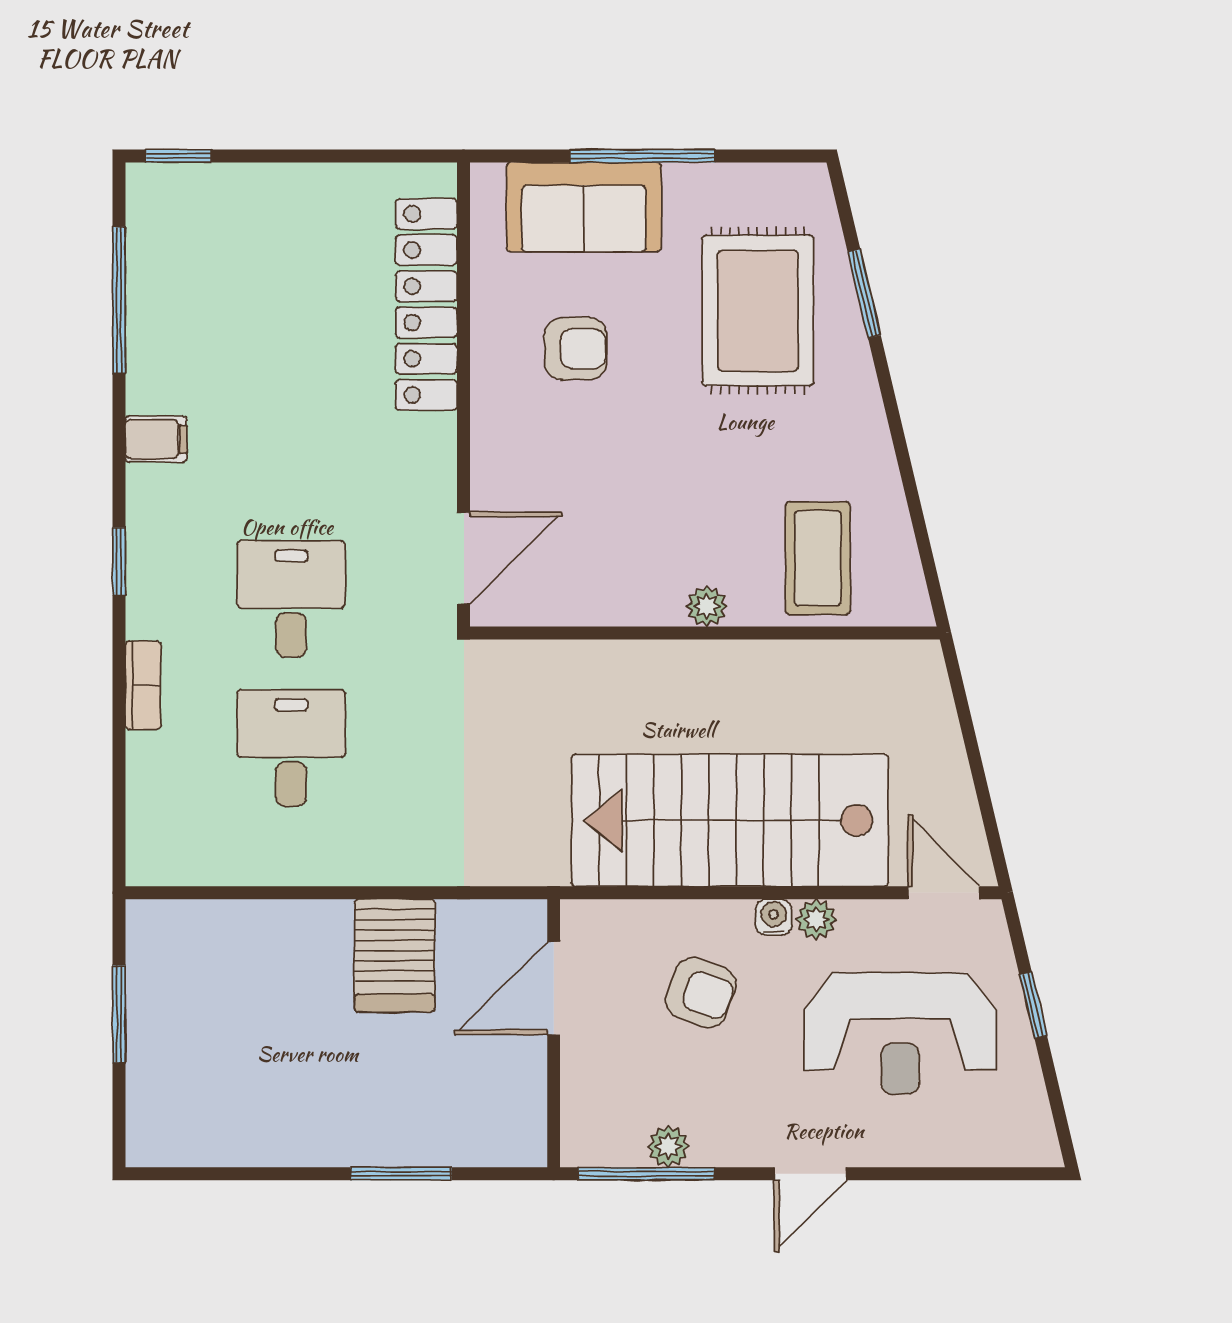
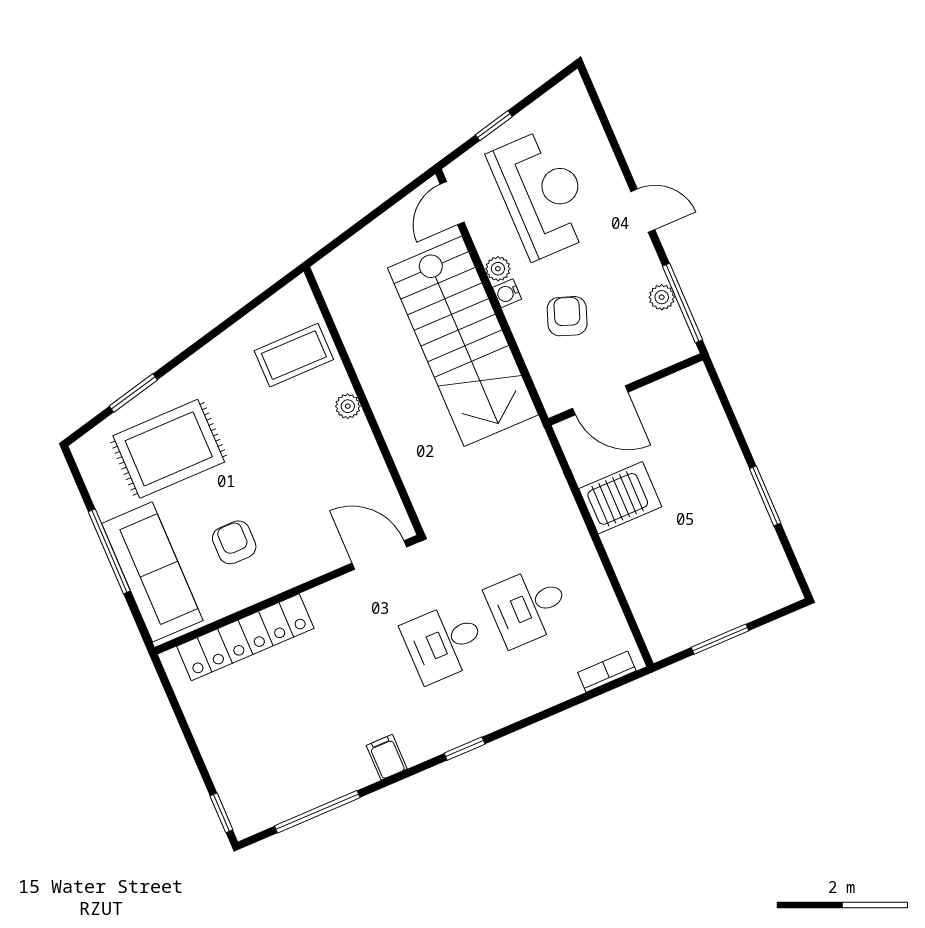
sofa: (584, 207) -> (152, 572), width x1.36
bookcase: (143, 685) -> (607, 672), moved
window: (401, 1174) -> (765, 496), moved

